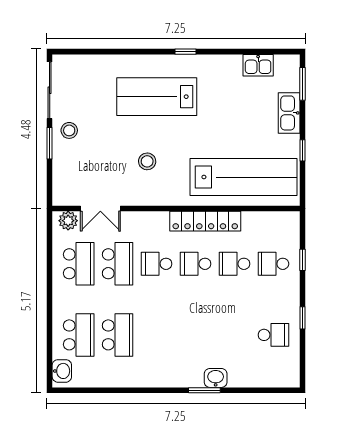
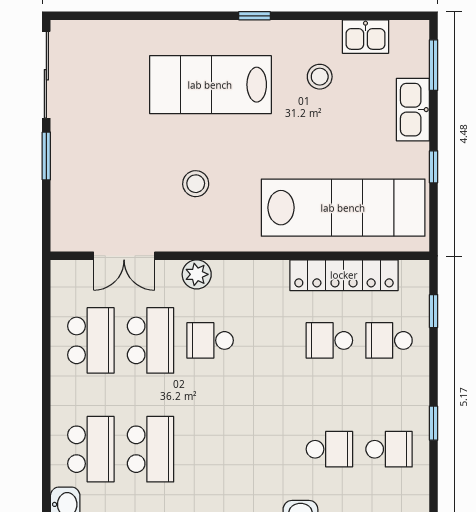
stool: (69, 130) -> (320, 77), moved
plant: (68, 221) -> (197, 274), moved
locker: (205, 221) -> (344, 275), moved
window: (303, 260) -> (434, 311), moved
school desk: (196, 264) -> (329, 449), moved, turned 180

